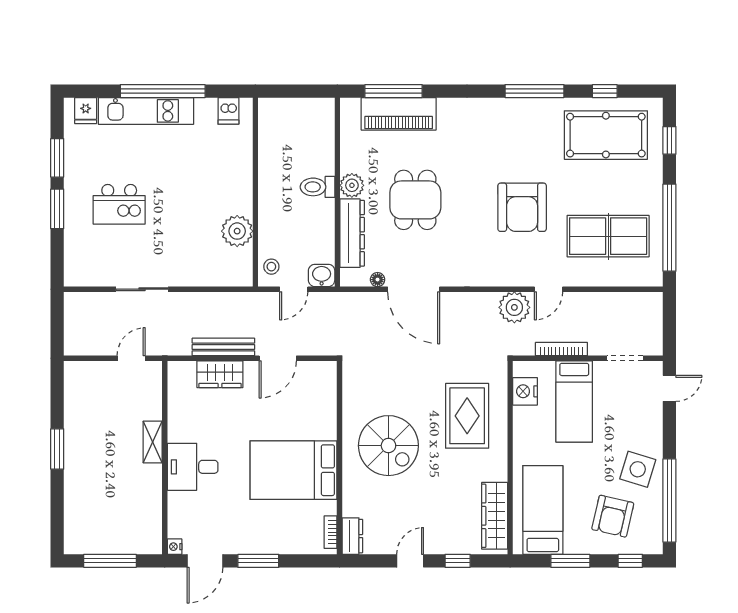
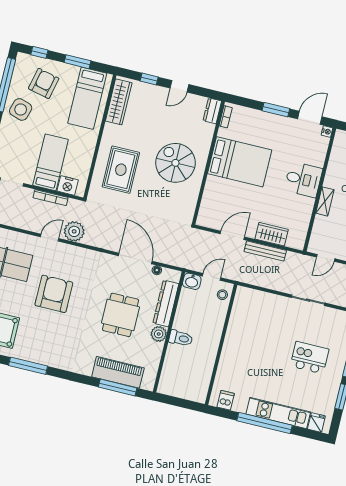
plant: (237, 231) -> (239, 323), removed
nightstand: (525, 391) -> (68, 185), moved, turned 90

